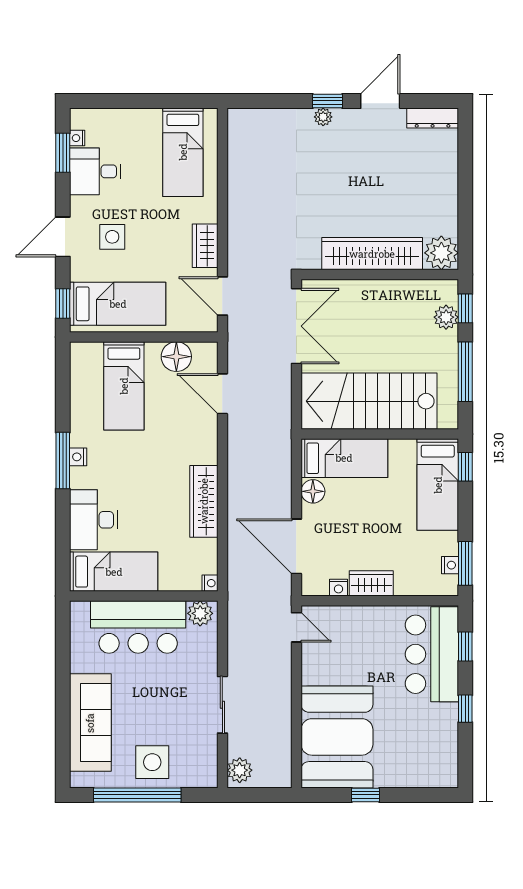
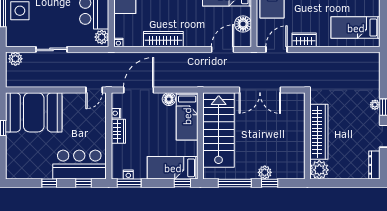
plant: (441, 253) -> (319, 170), moved
wardrobe: (372, 254) -> (319, 132), moved
wall: (380, 274) -> (307, 136), moved

